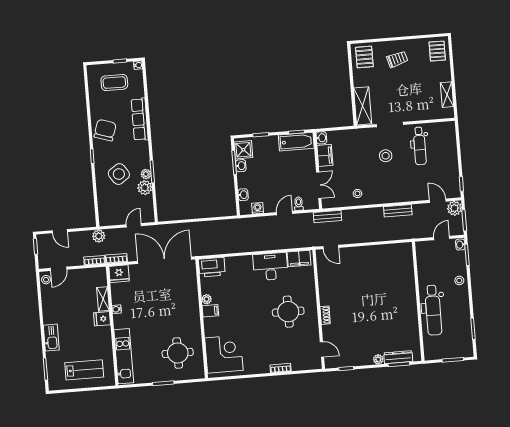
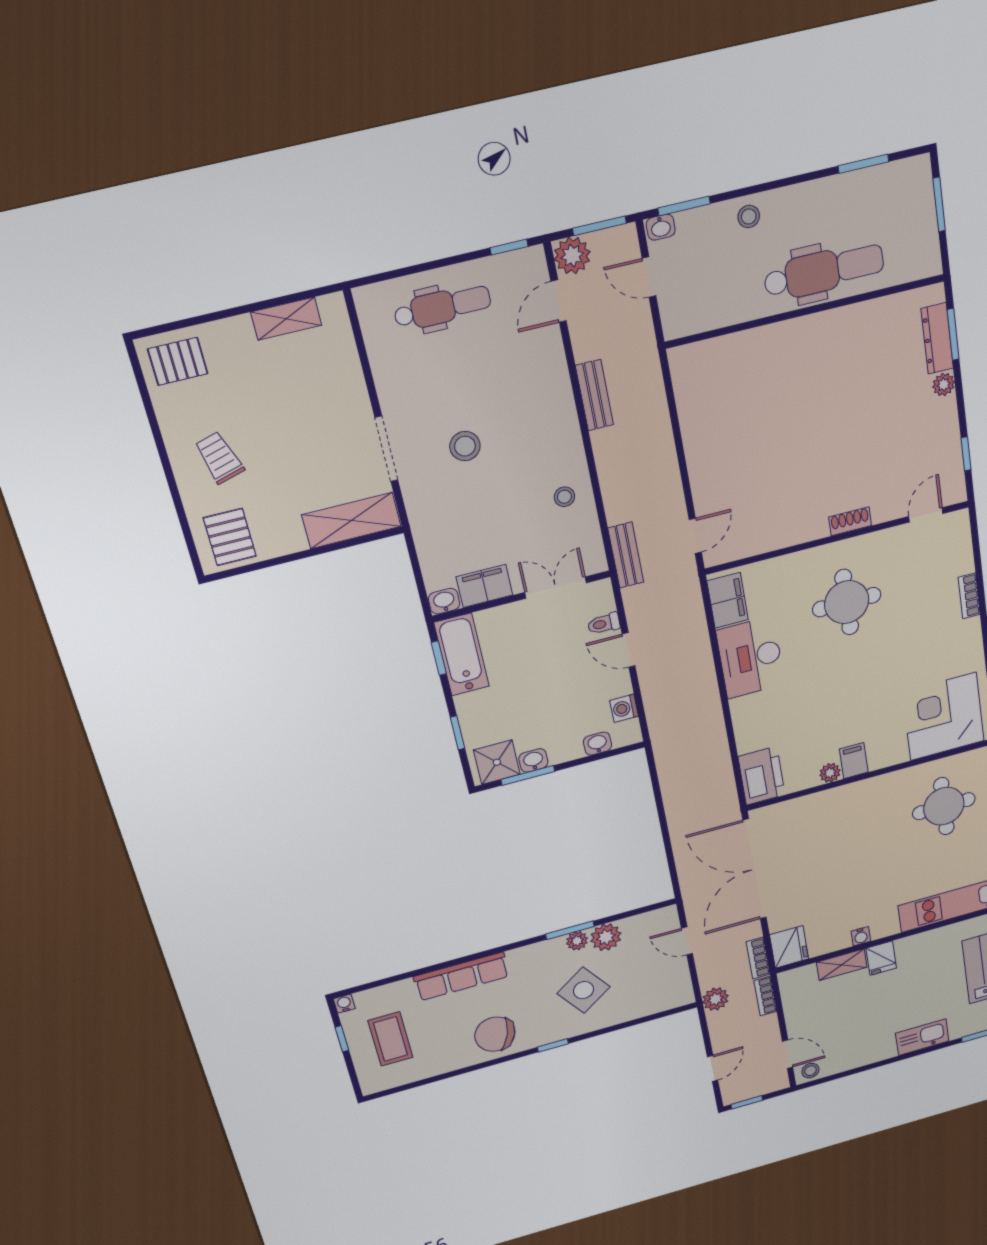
pallet: (364, 57) -> (230, 537), turned 90
dental chair: (420, 146) -> (442, 307), moved

